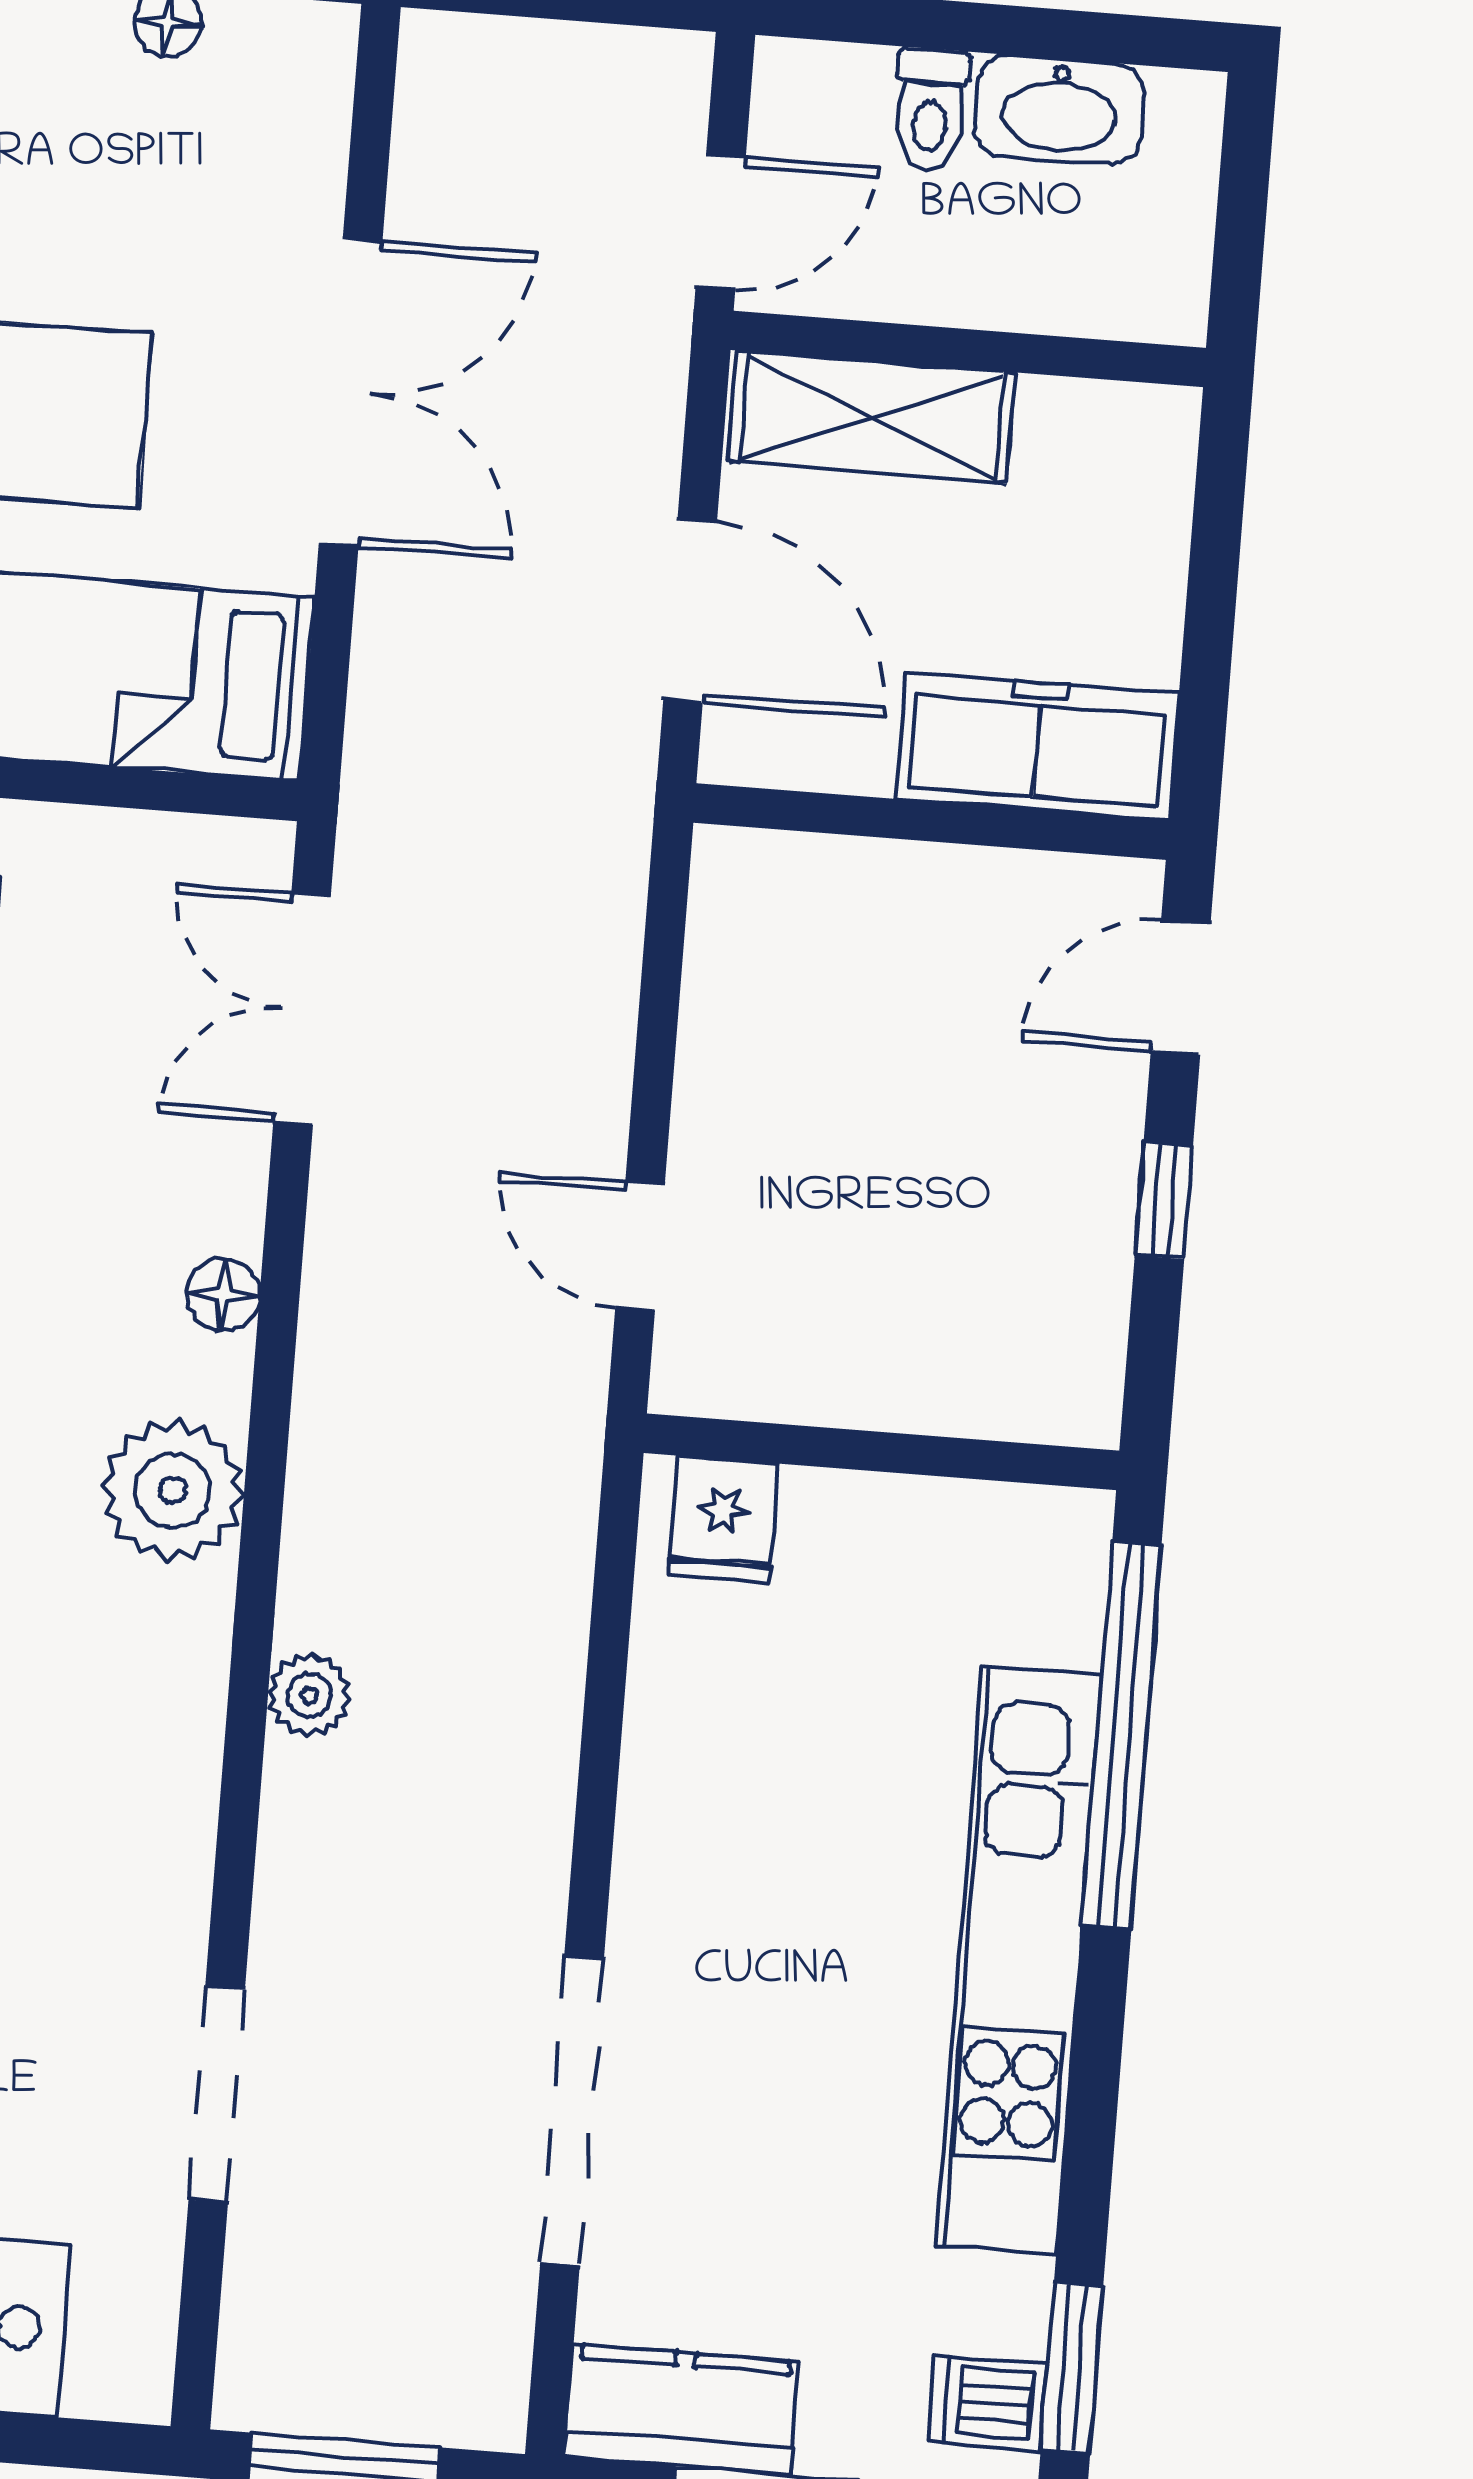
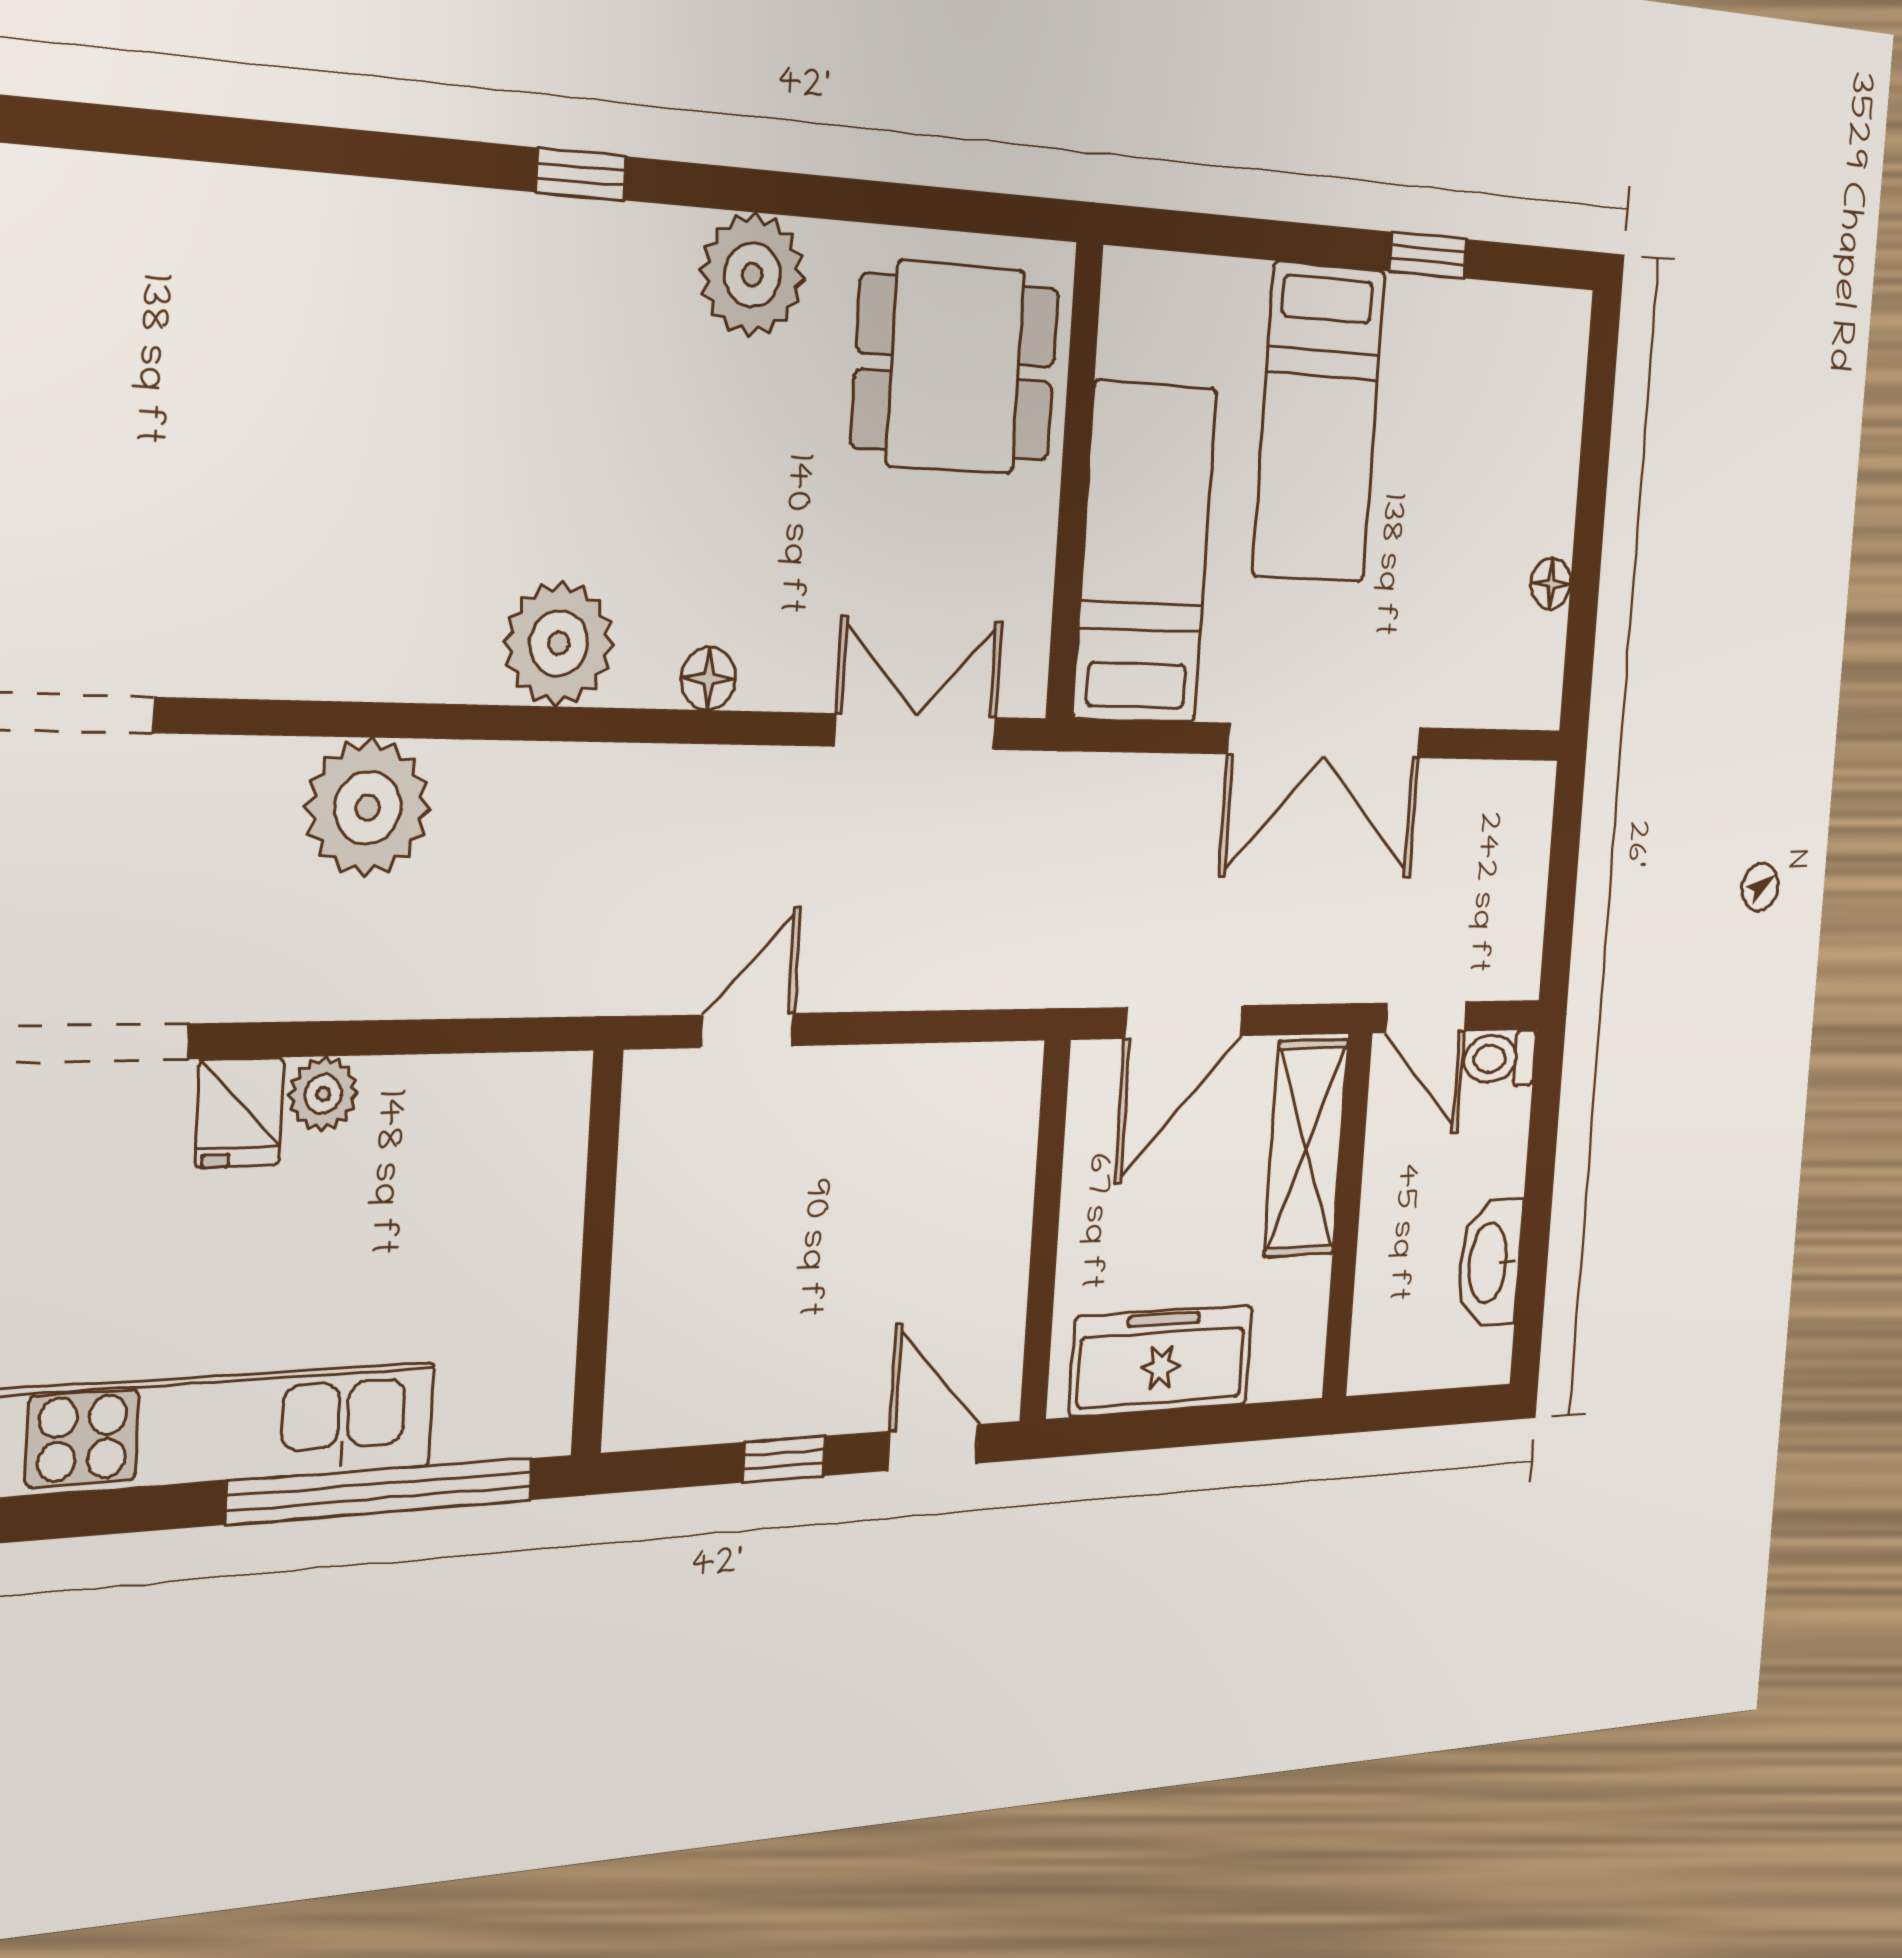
toilet: (931, 109) -> (1500, 1058), moved
freezer: (1037, 746) -> (1161, 1361), moved, turned -90
fridge: (723, 1520) -> (240, 1112), moved, turned -90
plant: (309, 1696) -> (368, 808), width x1.87, depth x1.87
plant: (659, 1796) -> (323, 1094), added

